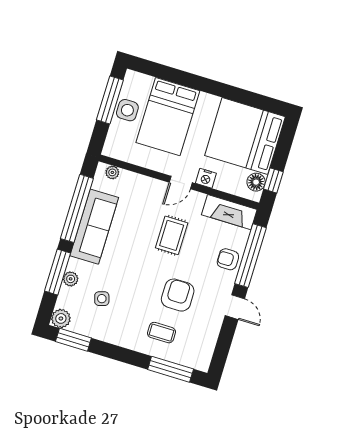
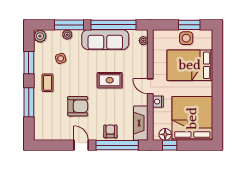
window: (110, 100) -> (189, 25), width x0.69
rug: (172, 235) -> (110, 80), moved
door: (235, 307) -> (81, 145), swing flipped
coffee table: (161, 333) -> (48, 83), moved
window: (73, 340) -> (29, 63), moved
window: (171, 369) -> (29, 102), moved

